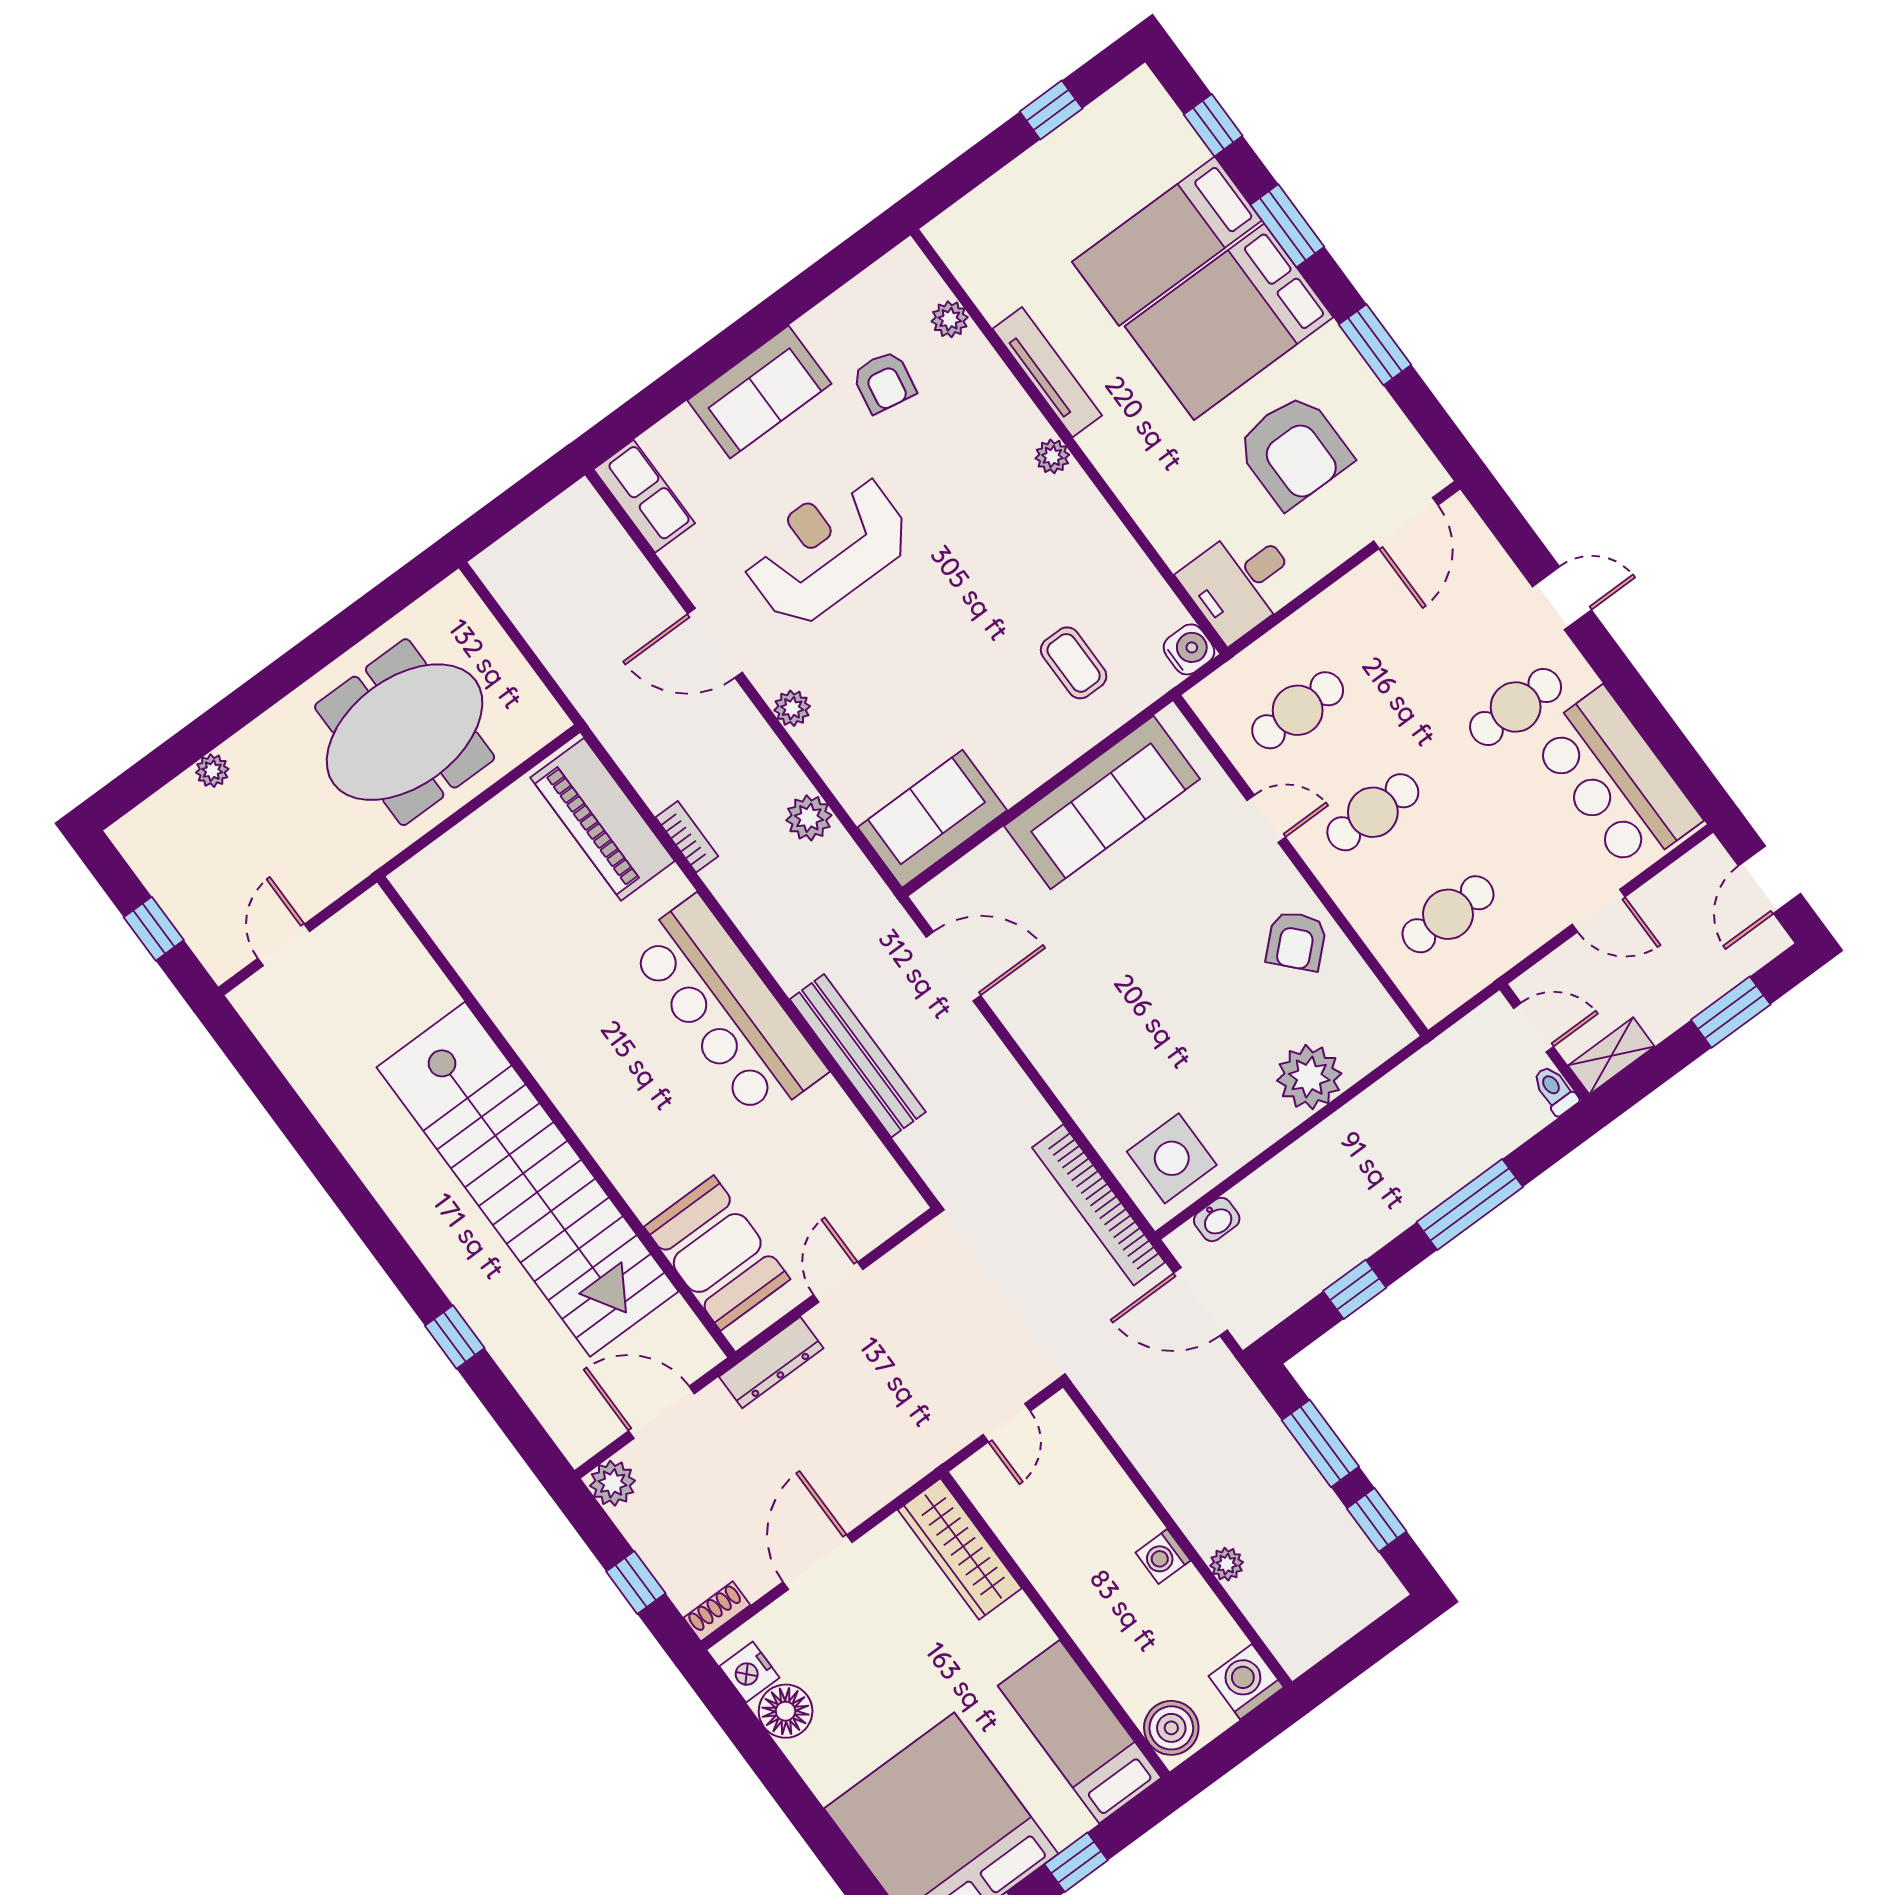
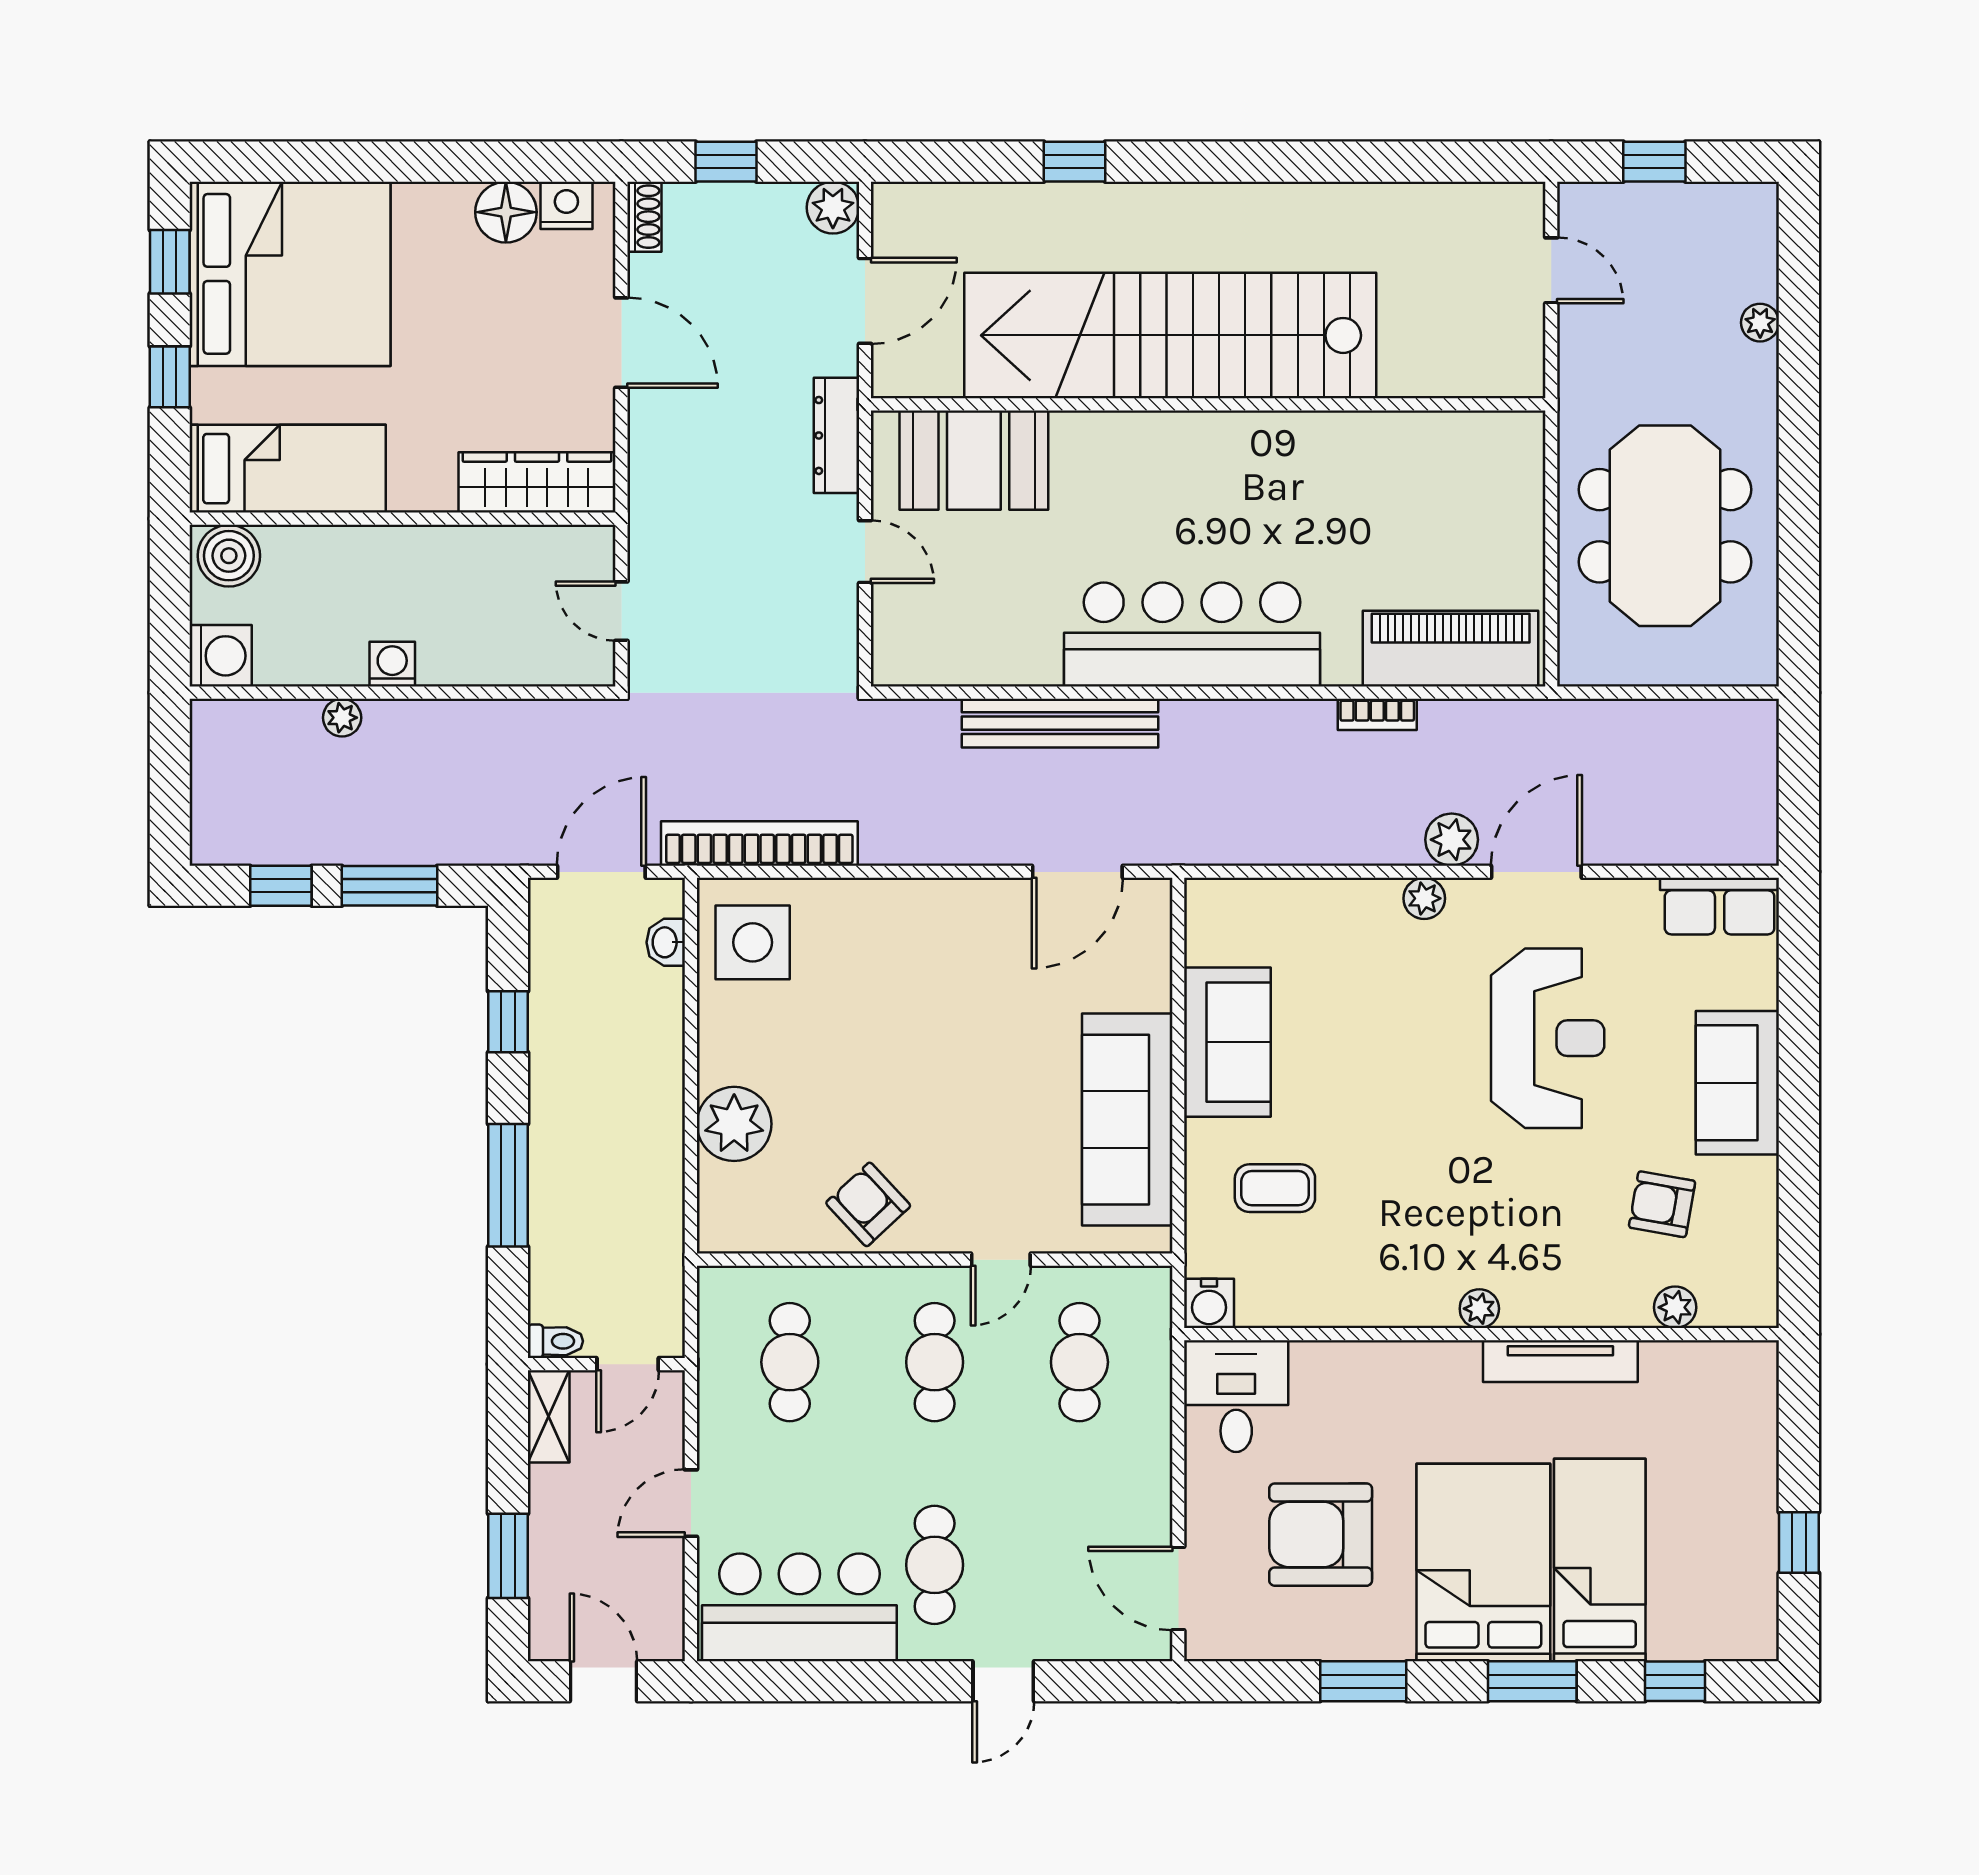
plant: (809, 818) -> (1452, 840), moved
sofa: (932, 819) -> (1227, 1042), moved

